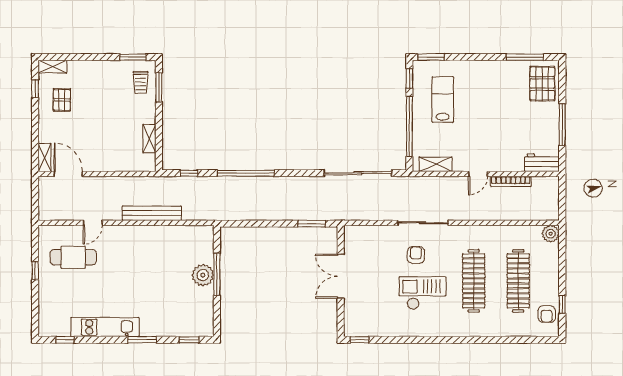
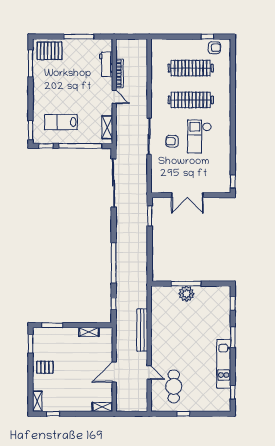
trolley: (141, 82) -> (49, 338), removed
pallet: (62, 100) -> (45, 367), moved
workbench: (542, 163) -> (106, 64), moved
door: (68, 174) -> (114, 372), moved
plant: (551, 234) -> (157, 45), removed

